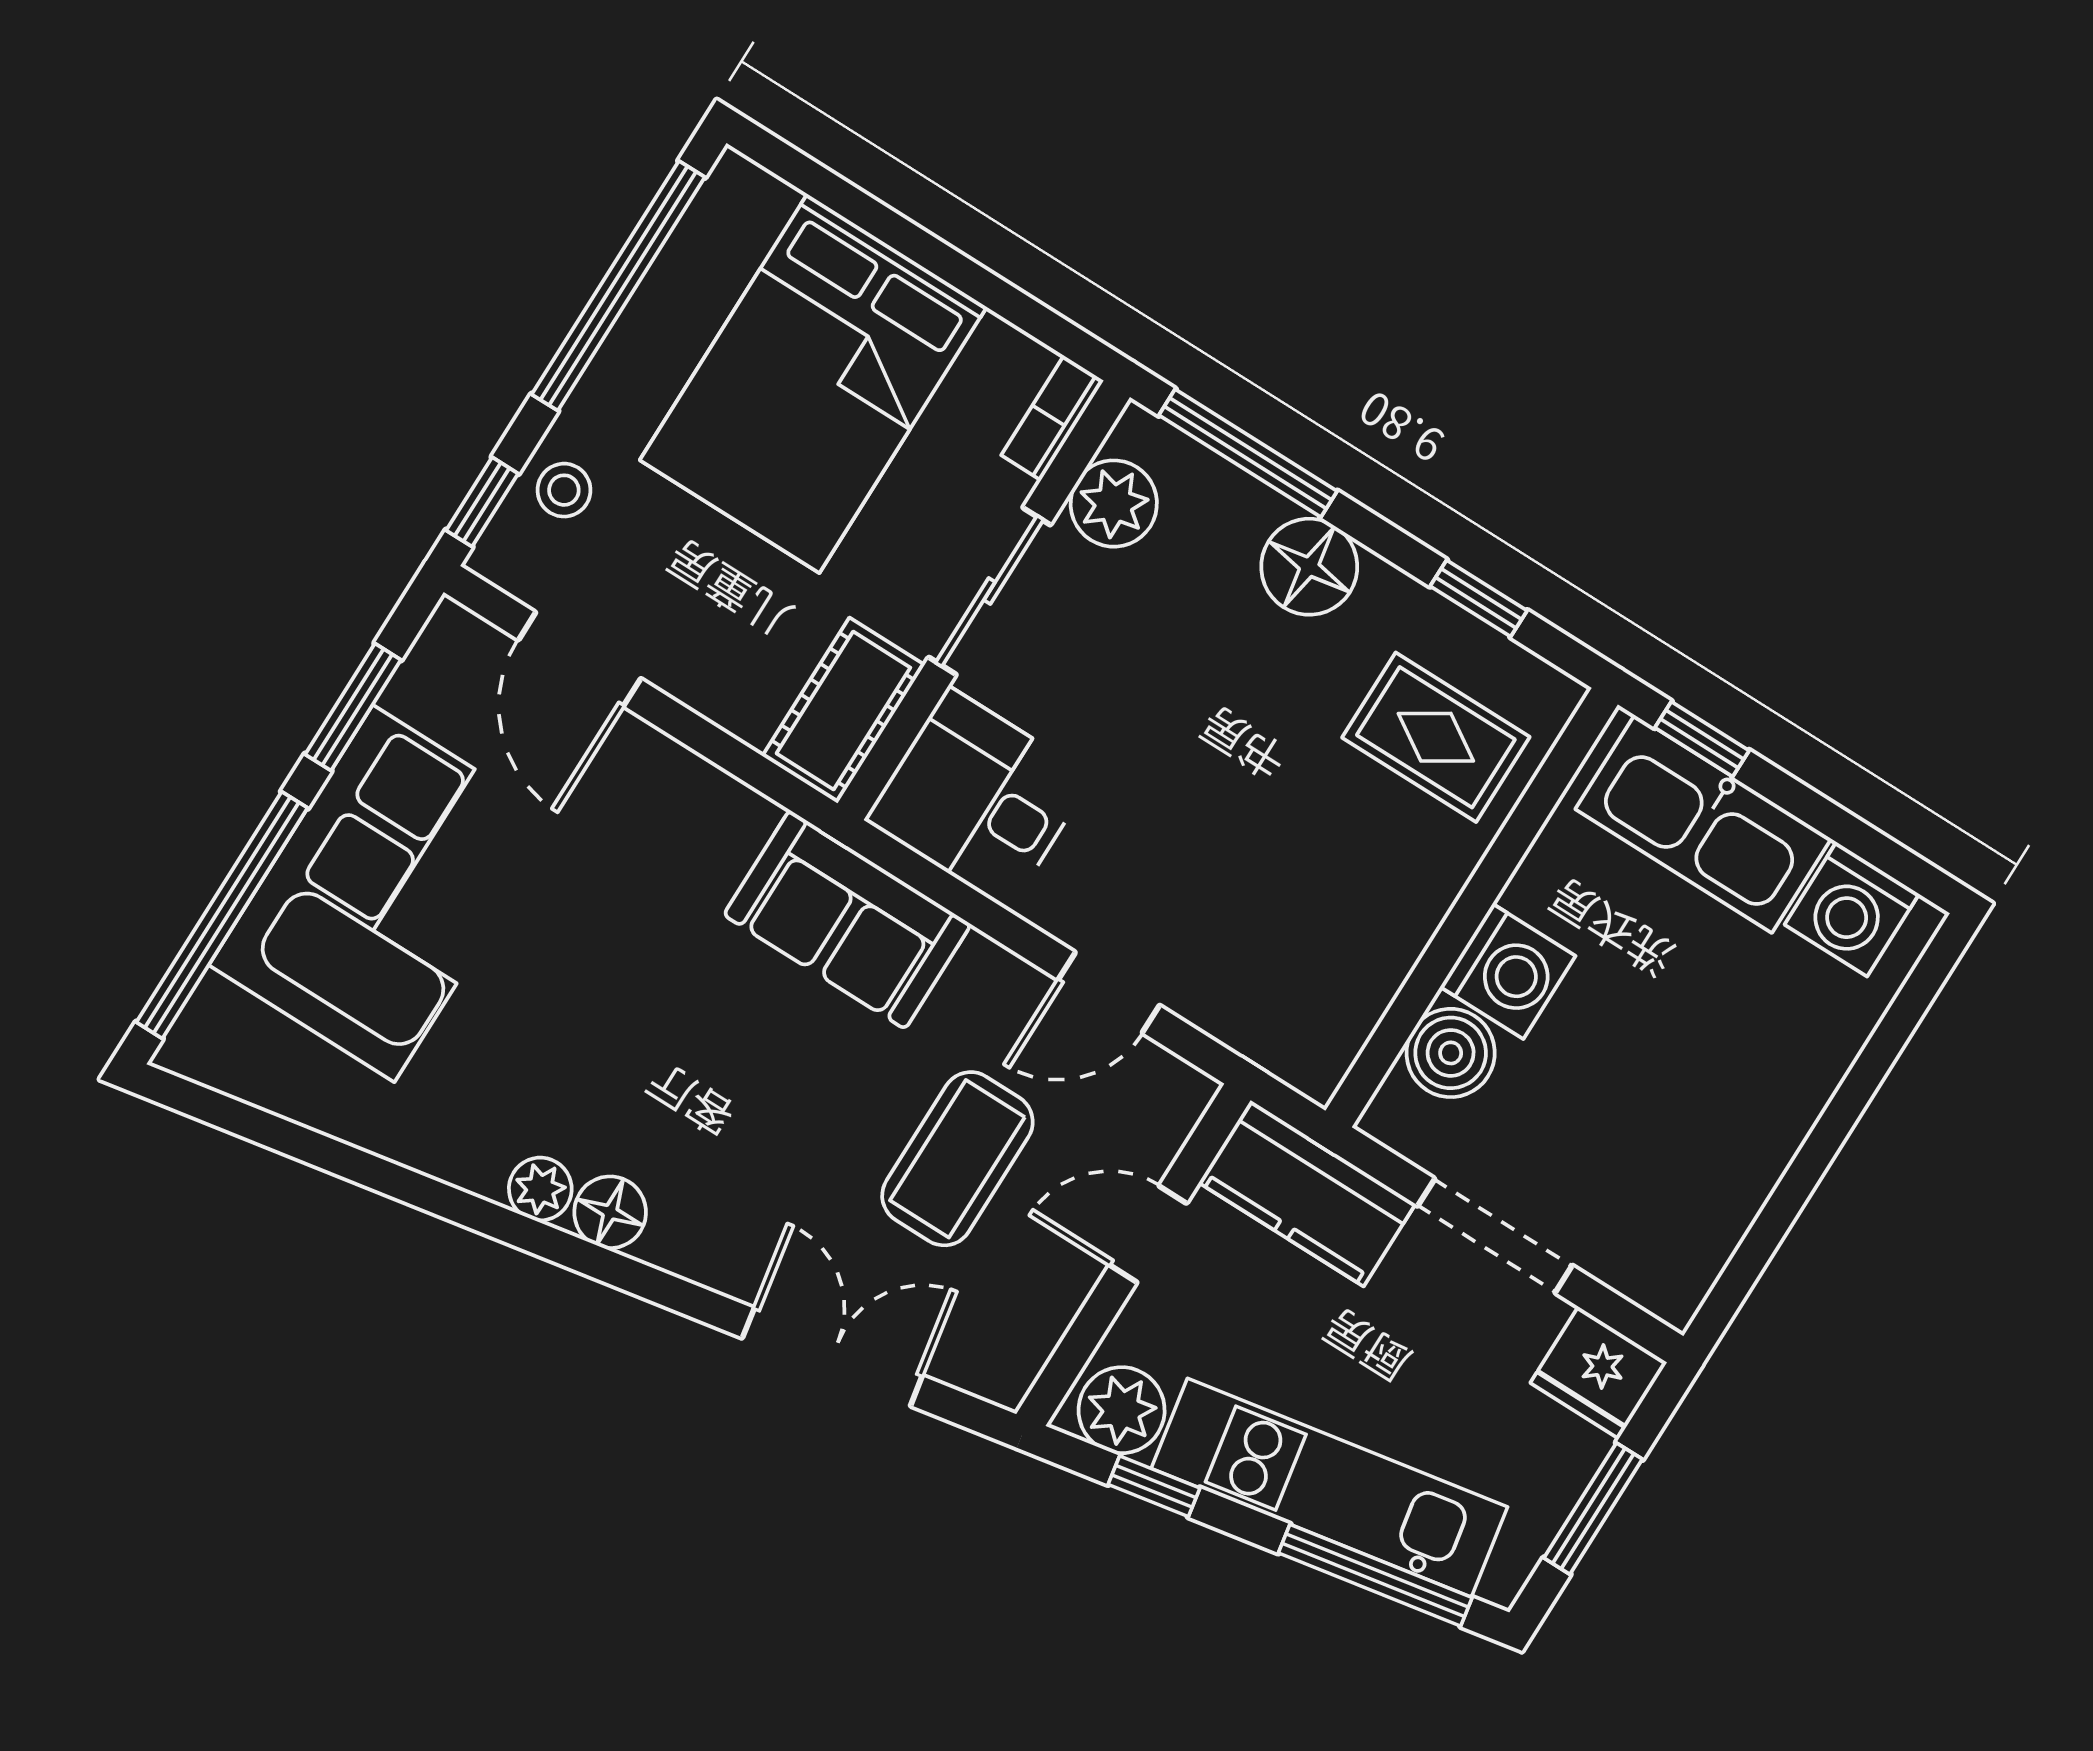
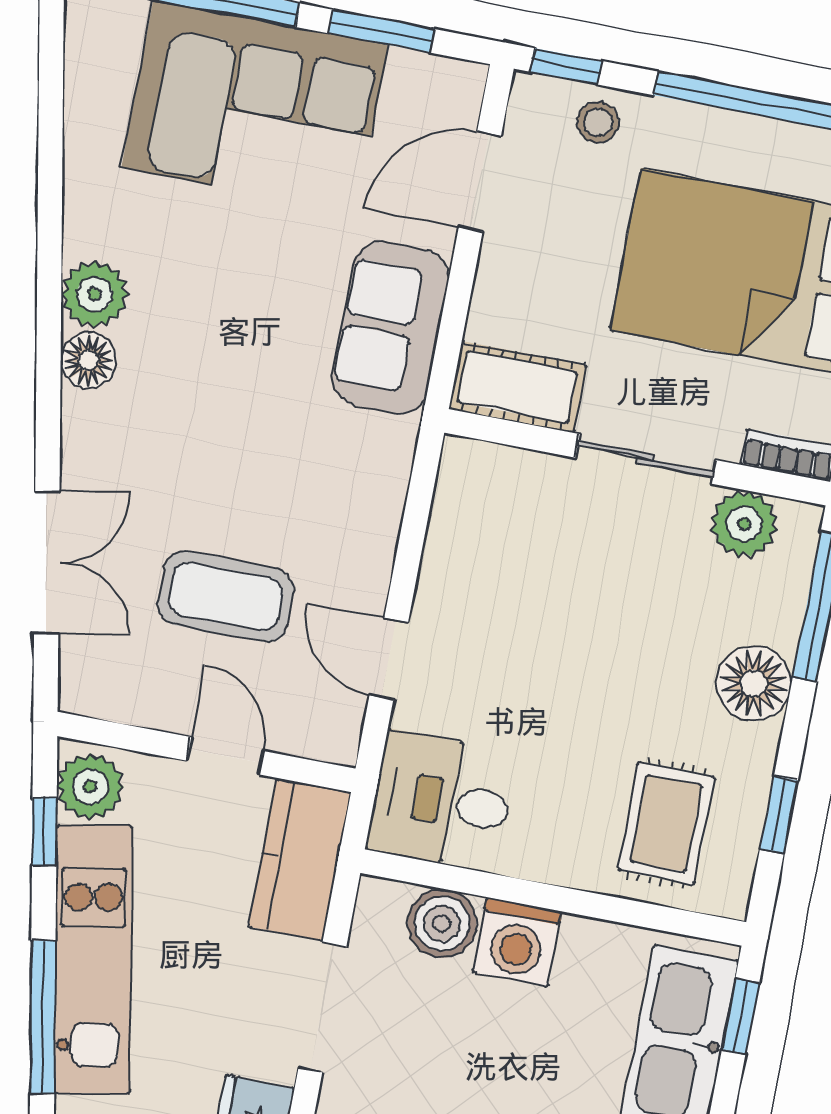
desk: (979, 798) -> (442, 801), moved, turned -90
sofa: (847, 920) -> (391, 327), moved
plant: (540, 1189) -> (95, 294), width x1.38, depth x1.38

